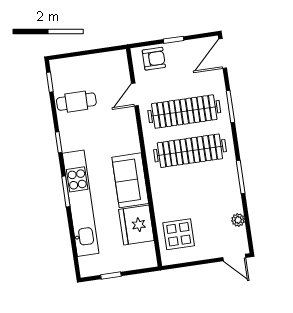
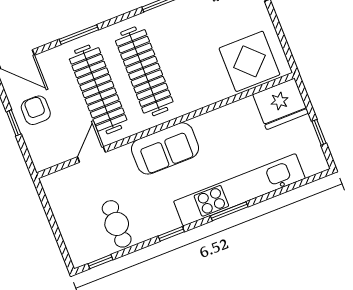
armchair: (154, 59) -> (36, 110), moved
door: (135, 95) -> (91, 154), swing flipped
sofa: (130, 180) -> (165, 148), moved
fridge: (136, 225) -> (281, 104), moved
display table: (179, 234) -> (249, 61), width x1.36, depth x1.36

